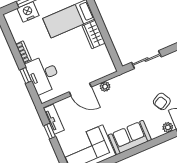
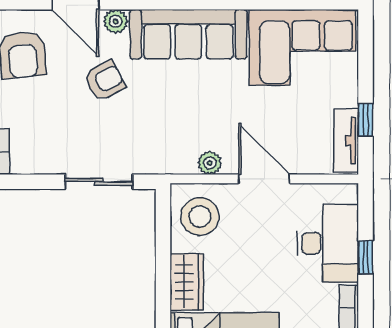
stool: (100, 63) -> (200, 216), added
sofa: (130, 138) -> (188, 34), width x1.36

